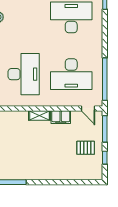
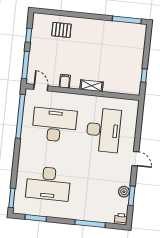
desk: (24, 74) -> (103, 130), turned 180
filing cabinet: (61, 117) -> (65, 81), width x0.50
pallet: (86, 148) -> (61, 30), moved

